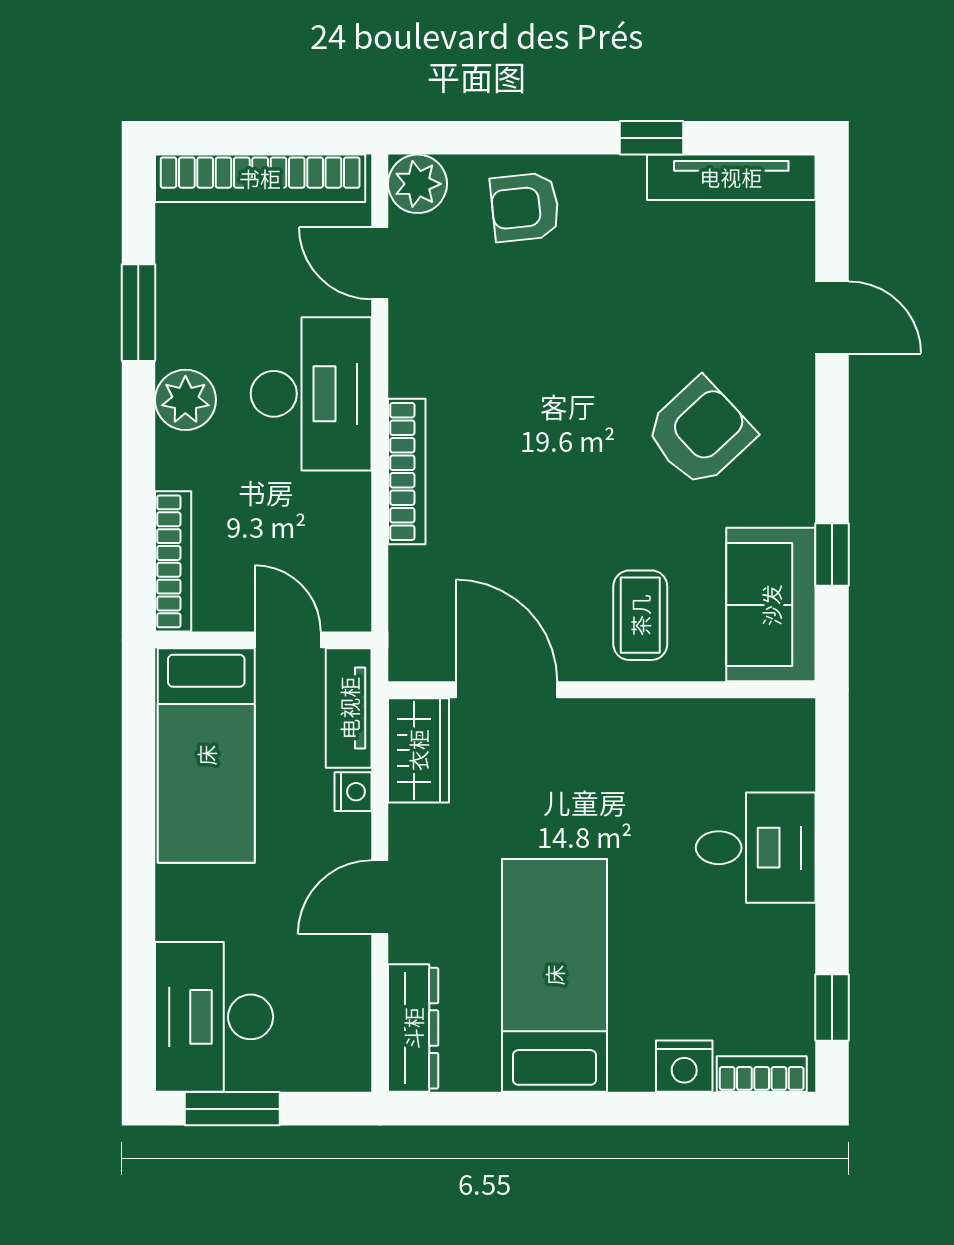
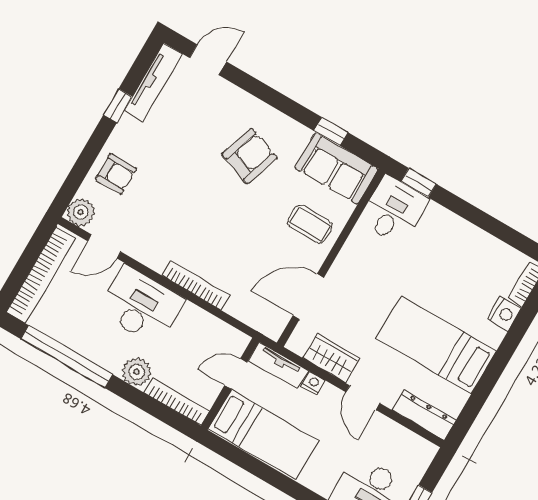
armchair: (525, 207) -> (116, 174), turned -84
window: (138, 313) -> (67, 357), width x2.11
door: (832, 317) -> (208, 60), moved
plant: (185, 400) -> (137, 372), moved
armchair: (700, 432) -> (249, 156), turned 62
wardrobe: (418, 750) -> (331, 358), moved
desk: (756, 848) -> (394, 210), moved
window: (832, 1007) -> (418, 183), moved

